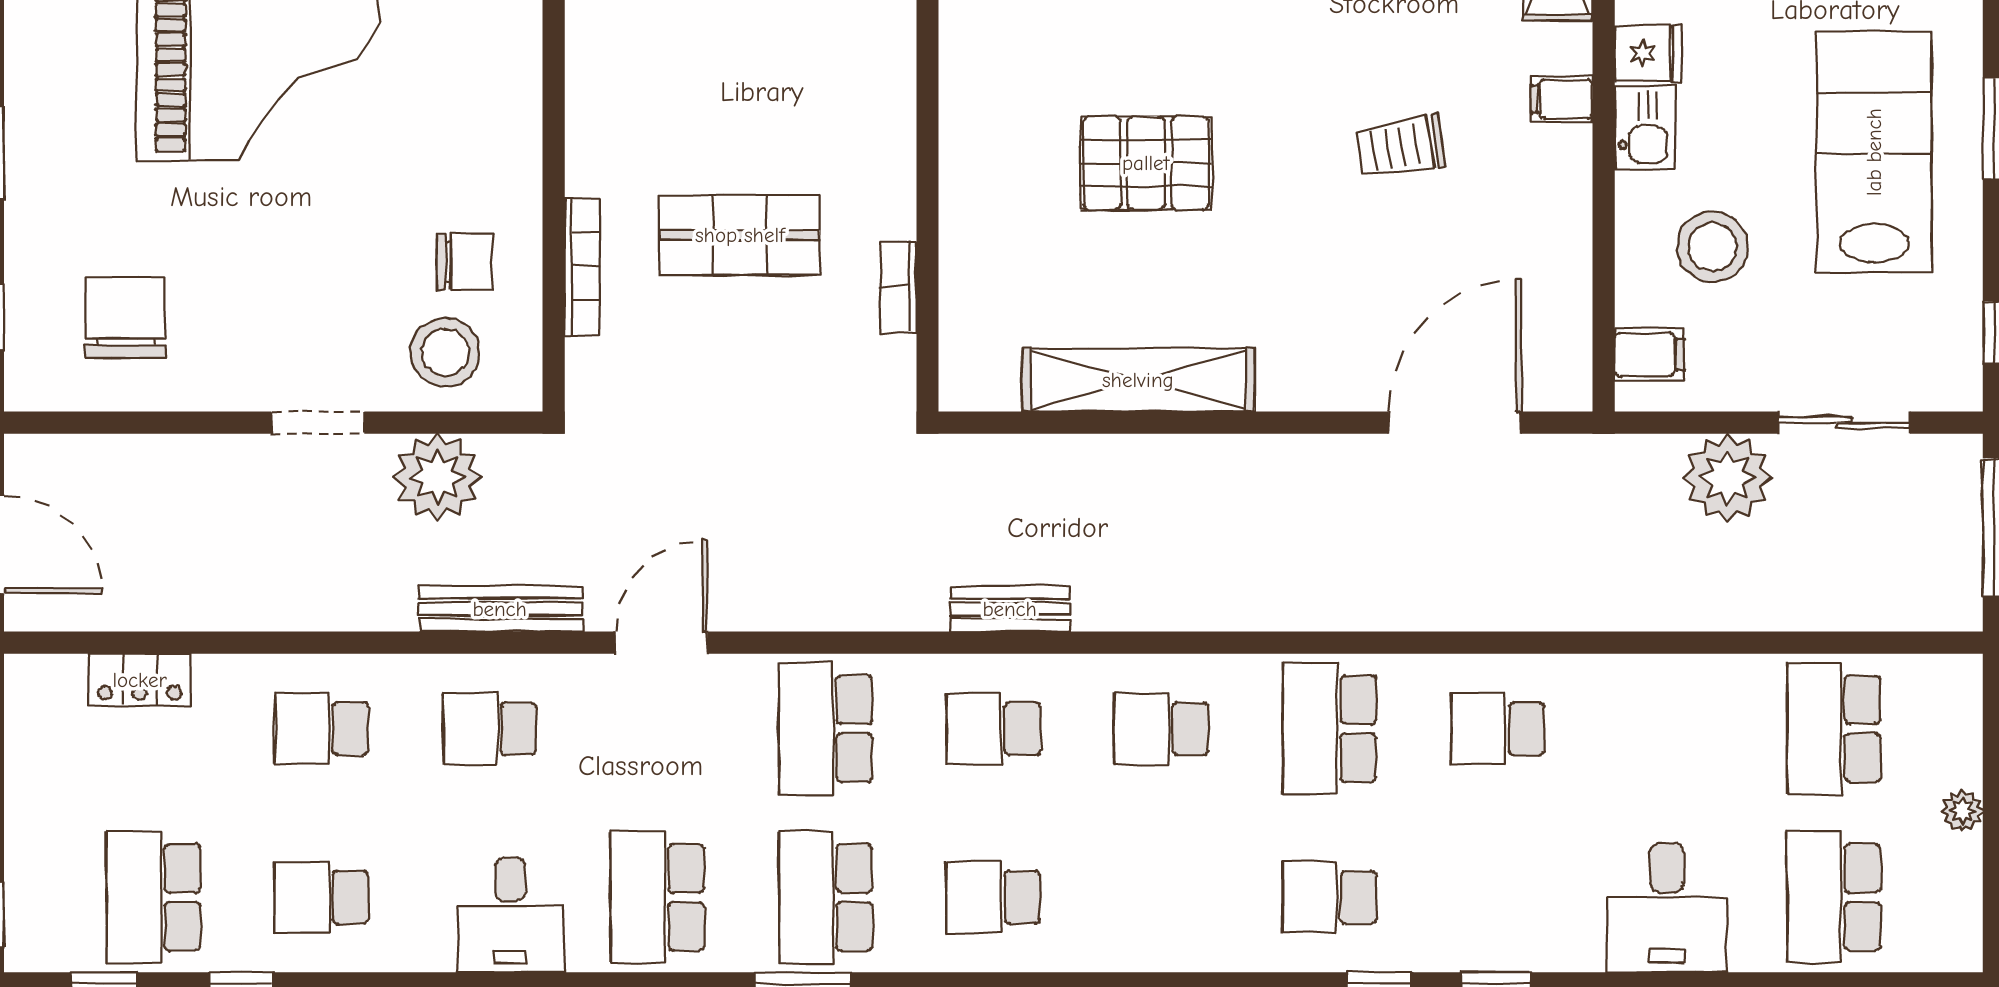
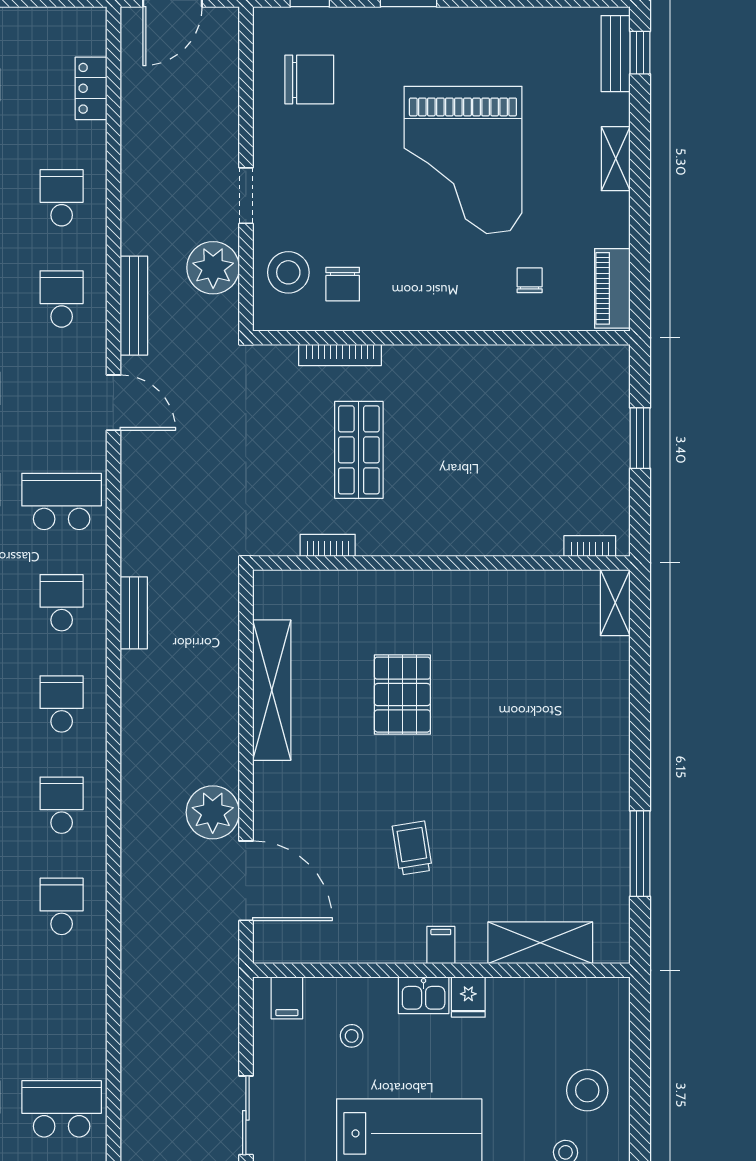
stool: (1712, 247) -> (352, 1036), width x0.53, depth x0.53
plant: (1727, 478) -> (213, 812), moved
school desk: (1329, 729) -> (62, 805), width x0.54

